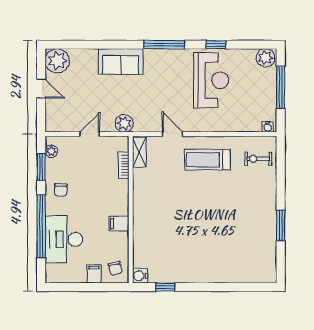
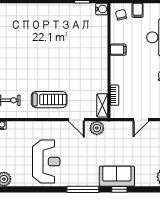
window: (216, 45) -> (119, 189), moved
reception desk: (211, 80) -> (46, 162), turned 180
plant: (124, 123) -> (97, 128), moved

